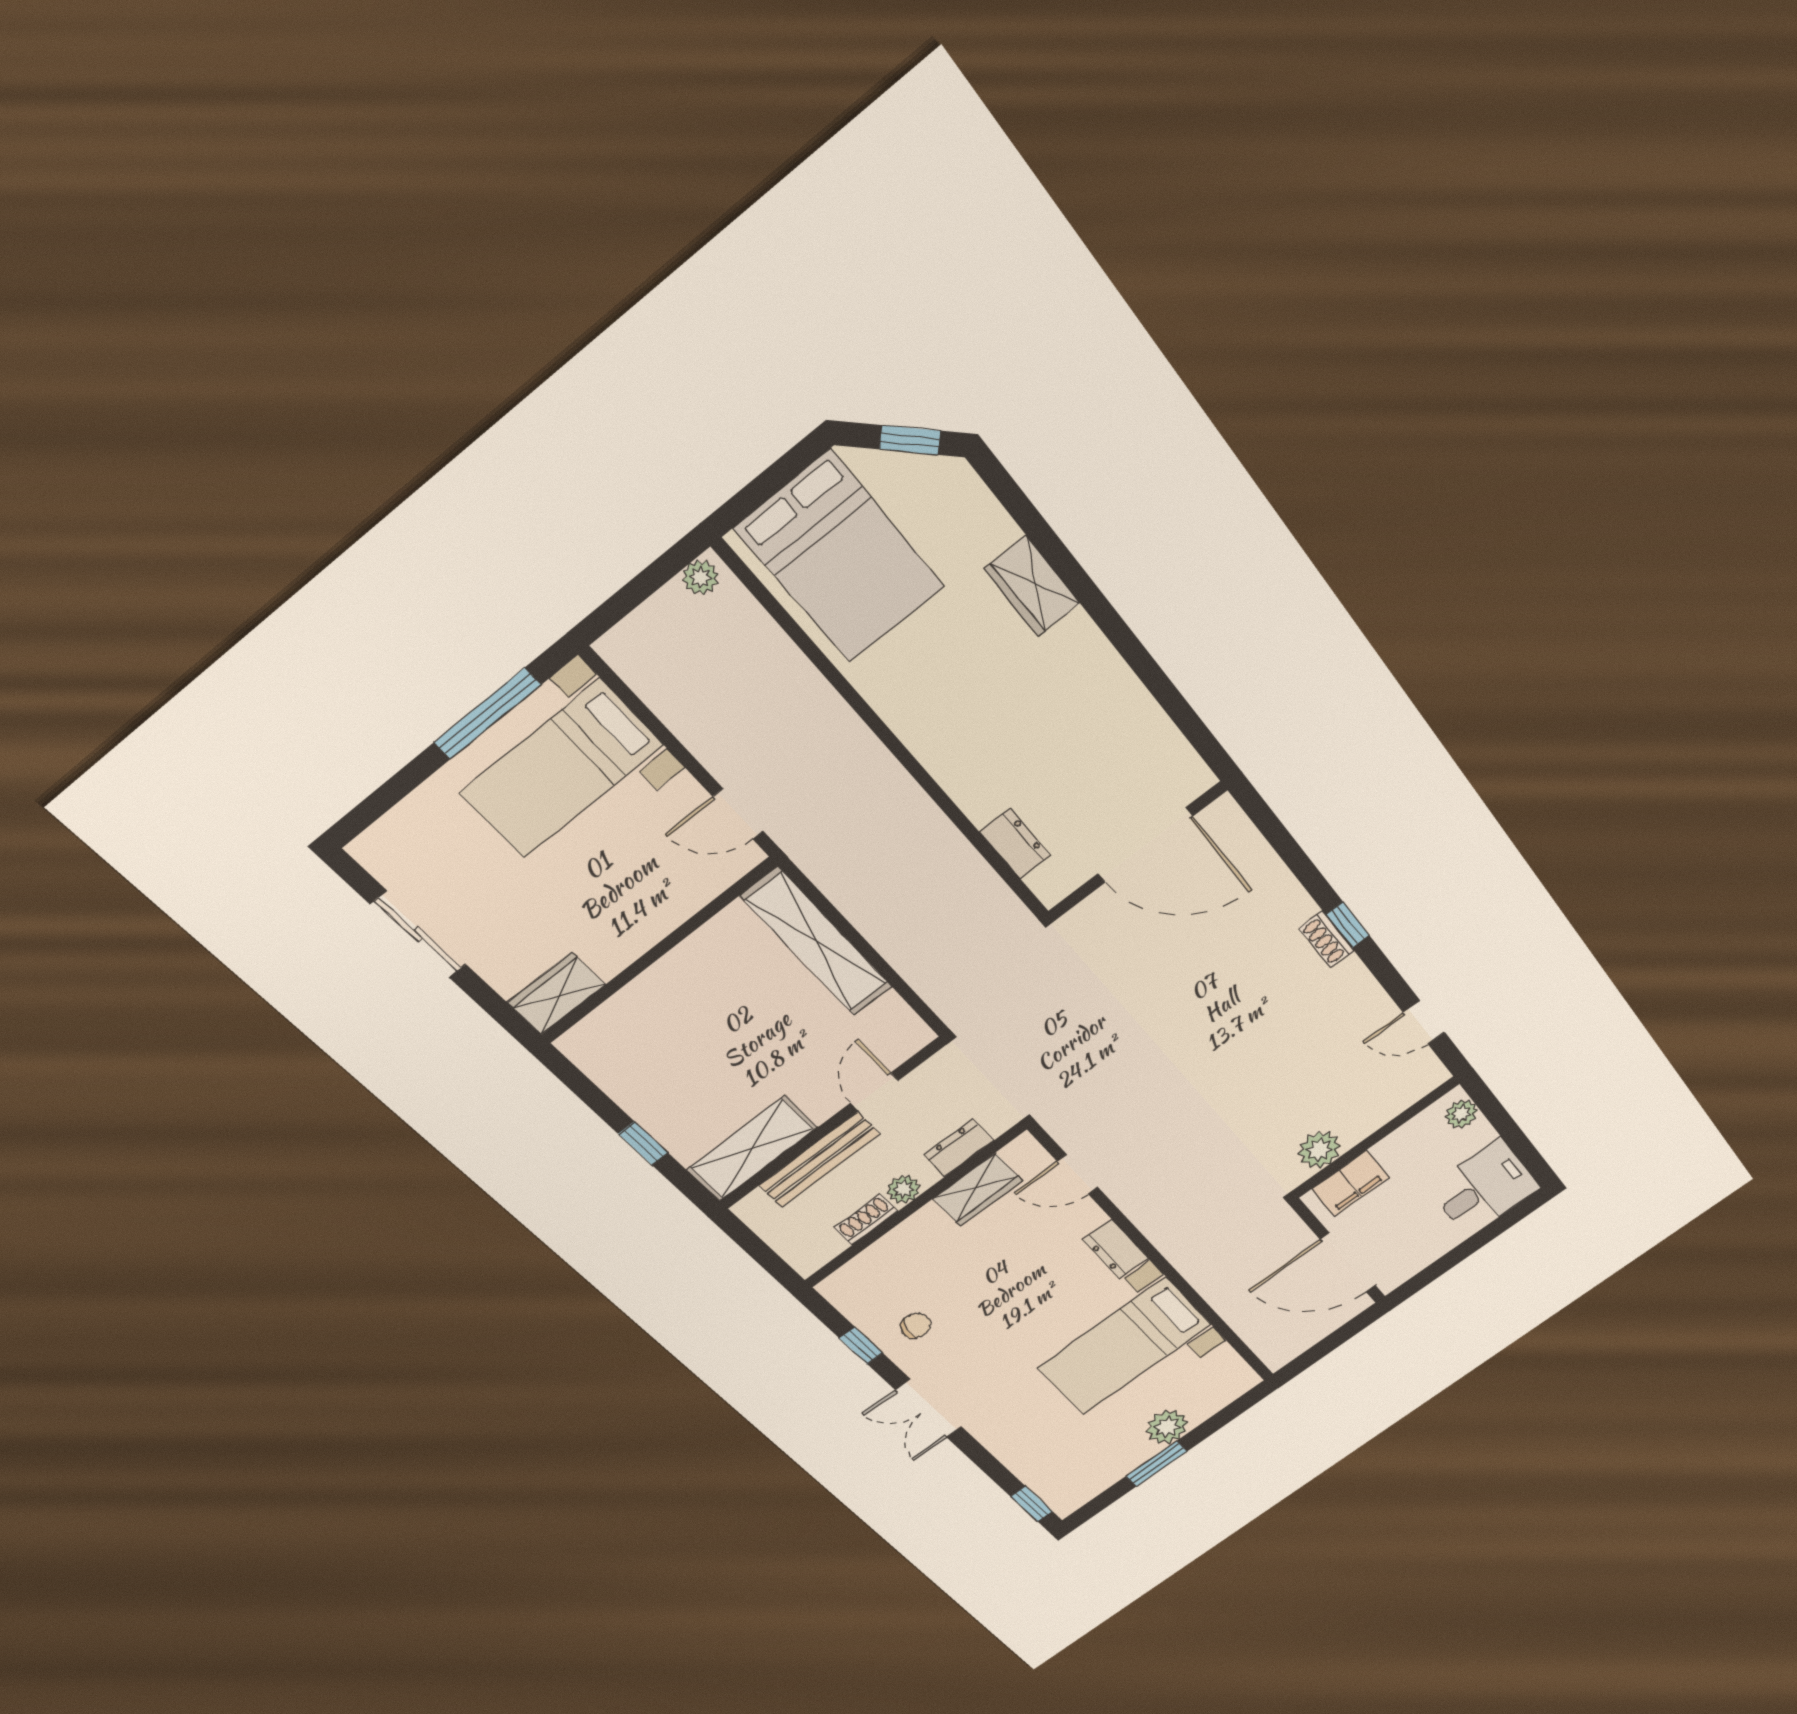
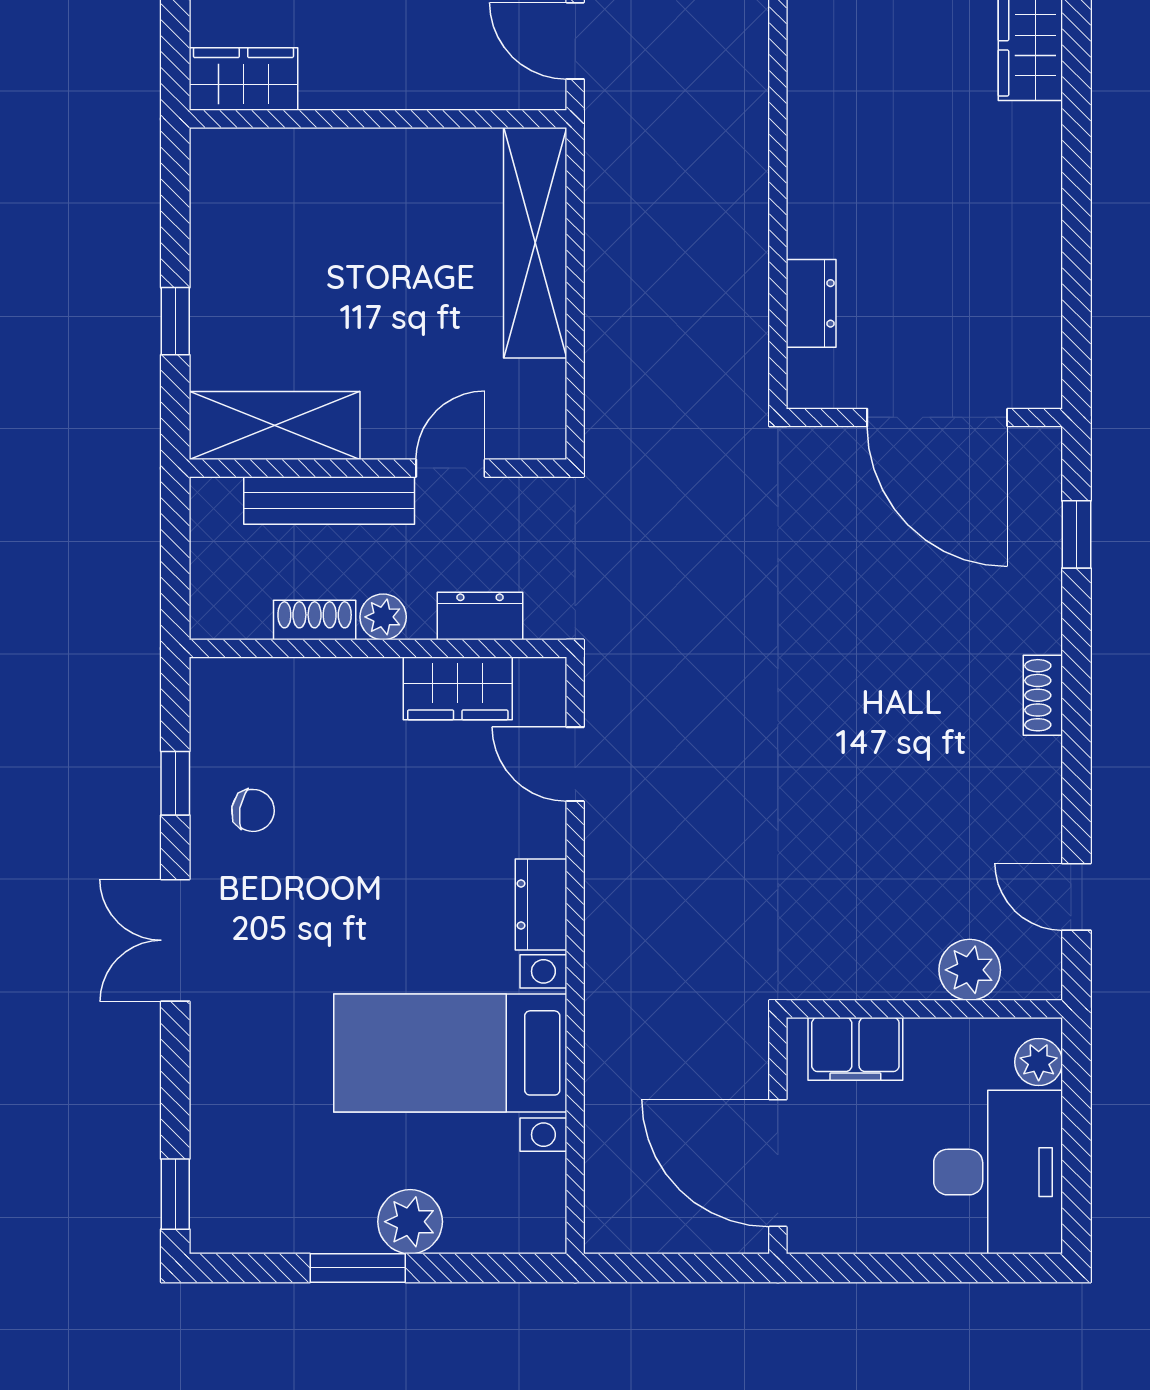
window: (1348, 925) -> (1076, 534), moved
plant: (1320, 1150) -> (970, 970), moved
desk: (1484, 1188) -> (998, 1172), width x1.37

